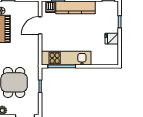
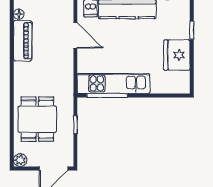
door: (40, 25) -> (75, 36), swing flipped
fridge: (112, 39) -> (177, 55), width x1.88, depth x1.34

